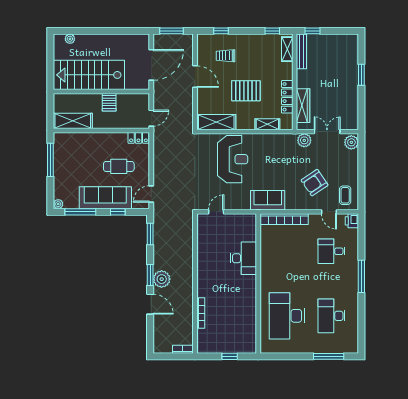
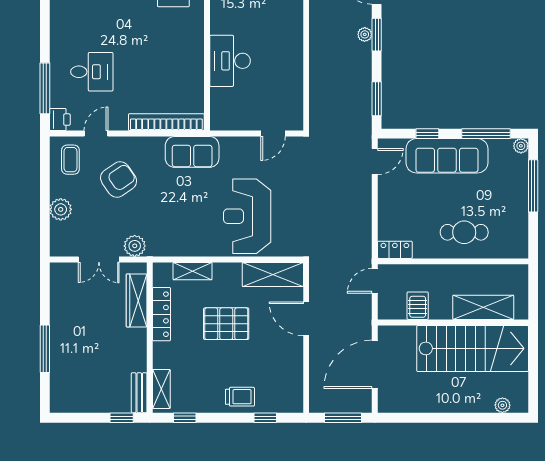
bench: (301, 51) -> (139, 393), width x0.73
trolley: (226, 56) -> (240, 397), moved
window: (361, 75) -> (45, 349), width x1.44
door: (195, 77) -> (306, 319), moved
server rack: (109, 102) -> (418, 306), moved
shelving: (73, 121) -> (483, 307), moved
plant: (351, 142) -> (61, 209), moved
window: (50, 160) -> (533, 186), moved
cafe table: (119, 166) -> (464, 232), moved
door: (329, 212) -> (96, 134), hinge flipped
window: (361, 276) -> (45, 88), moved
plant: (162, 279) -> (365, 34), width x0.53, depth x0.53

